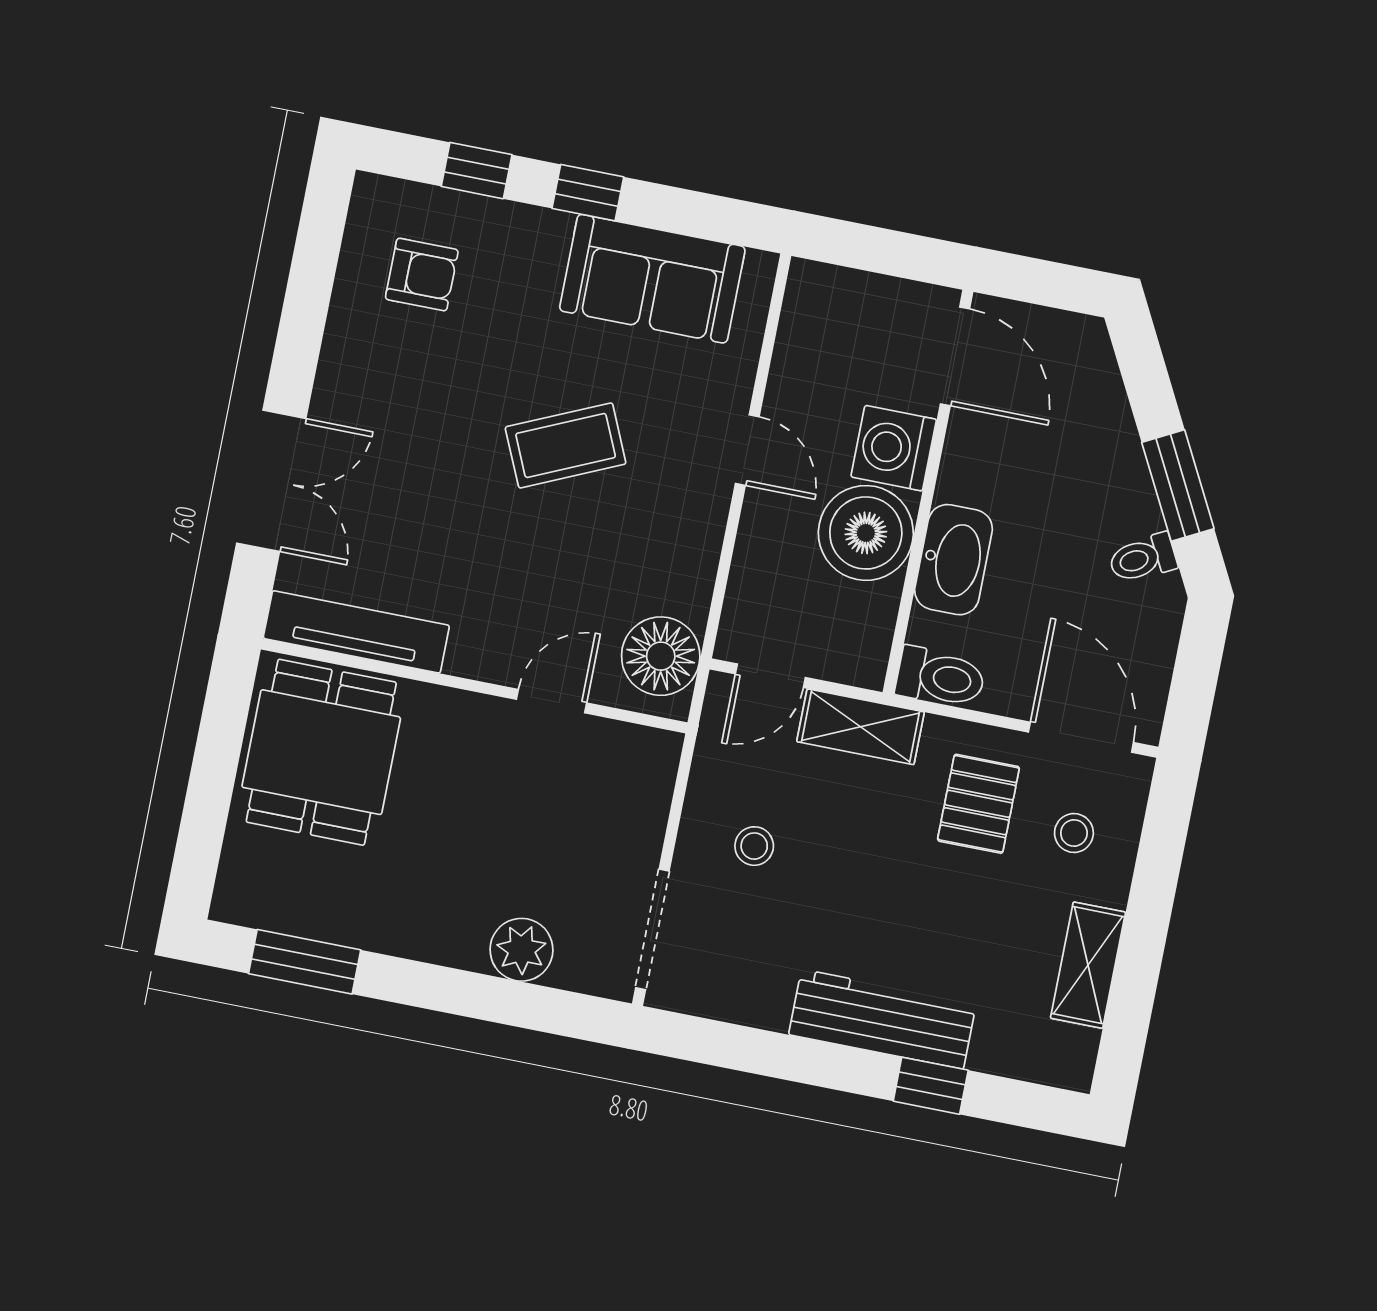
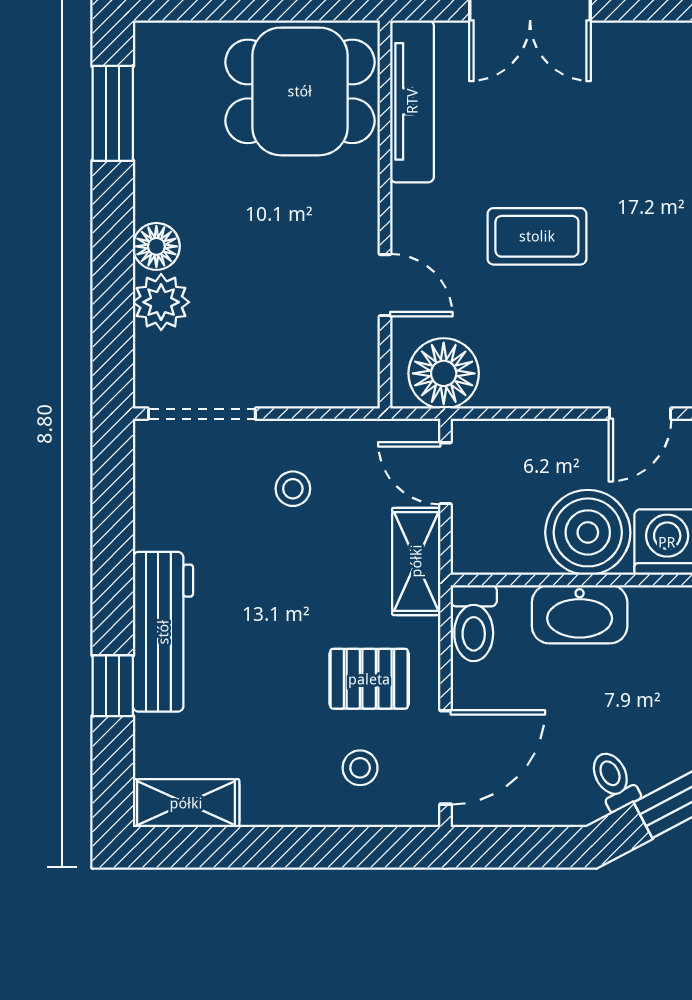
coffee table: (566, 445) -> (537, 236), moved, turned -66
floor lamp: (460, 943) -> (156, 246), added
shelving: (1088, 965) -> (186, 803), moved

